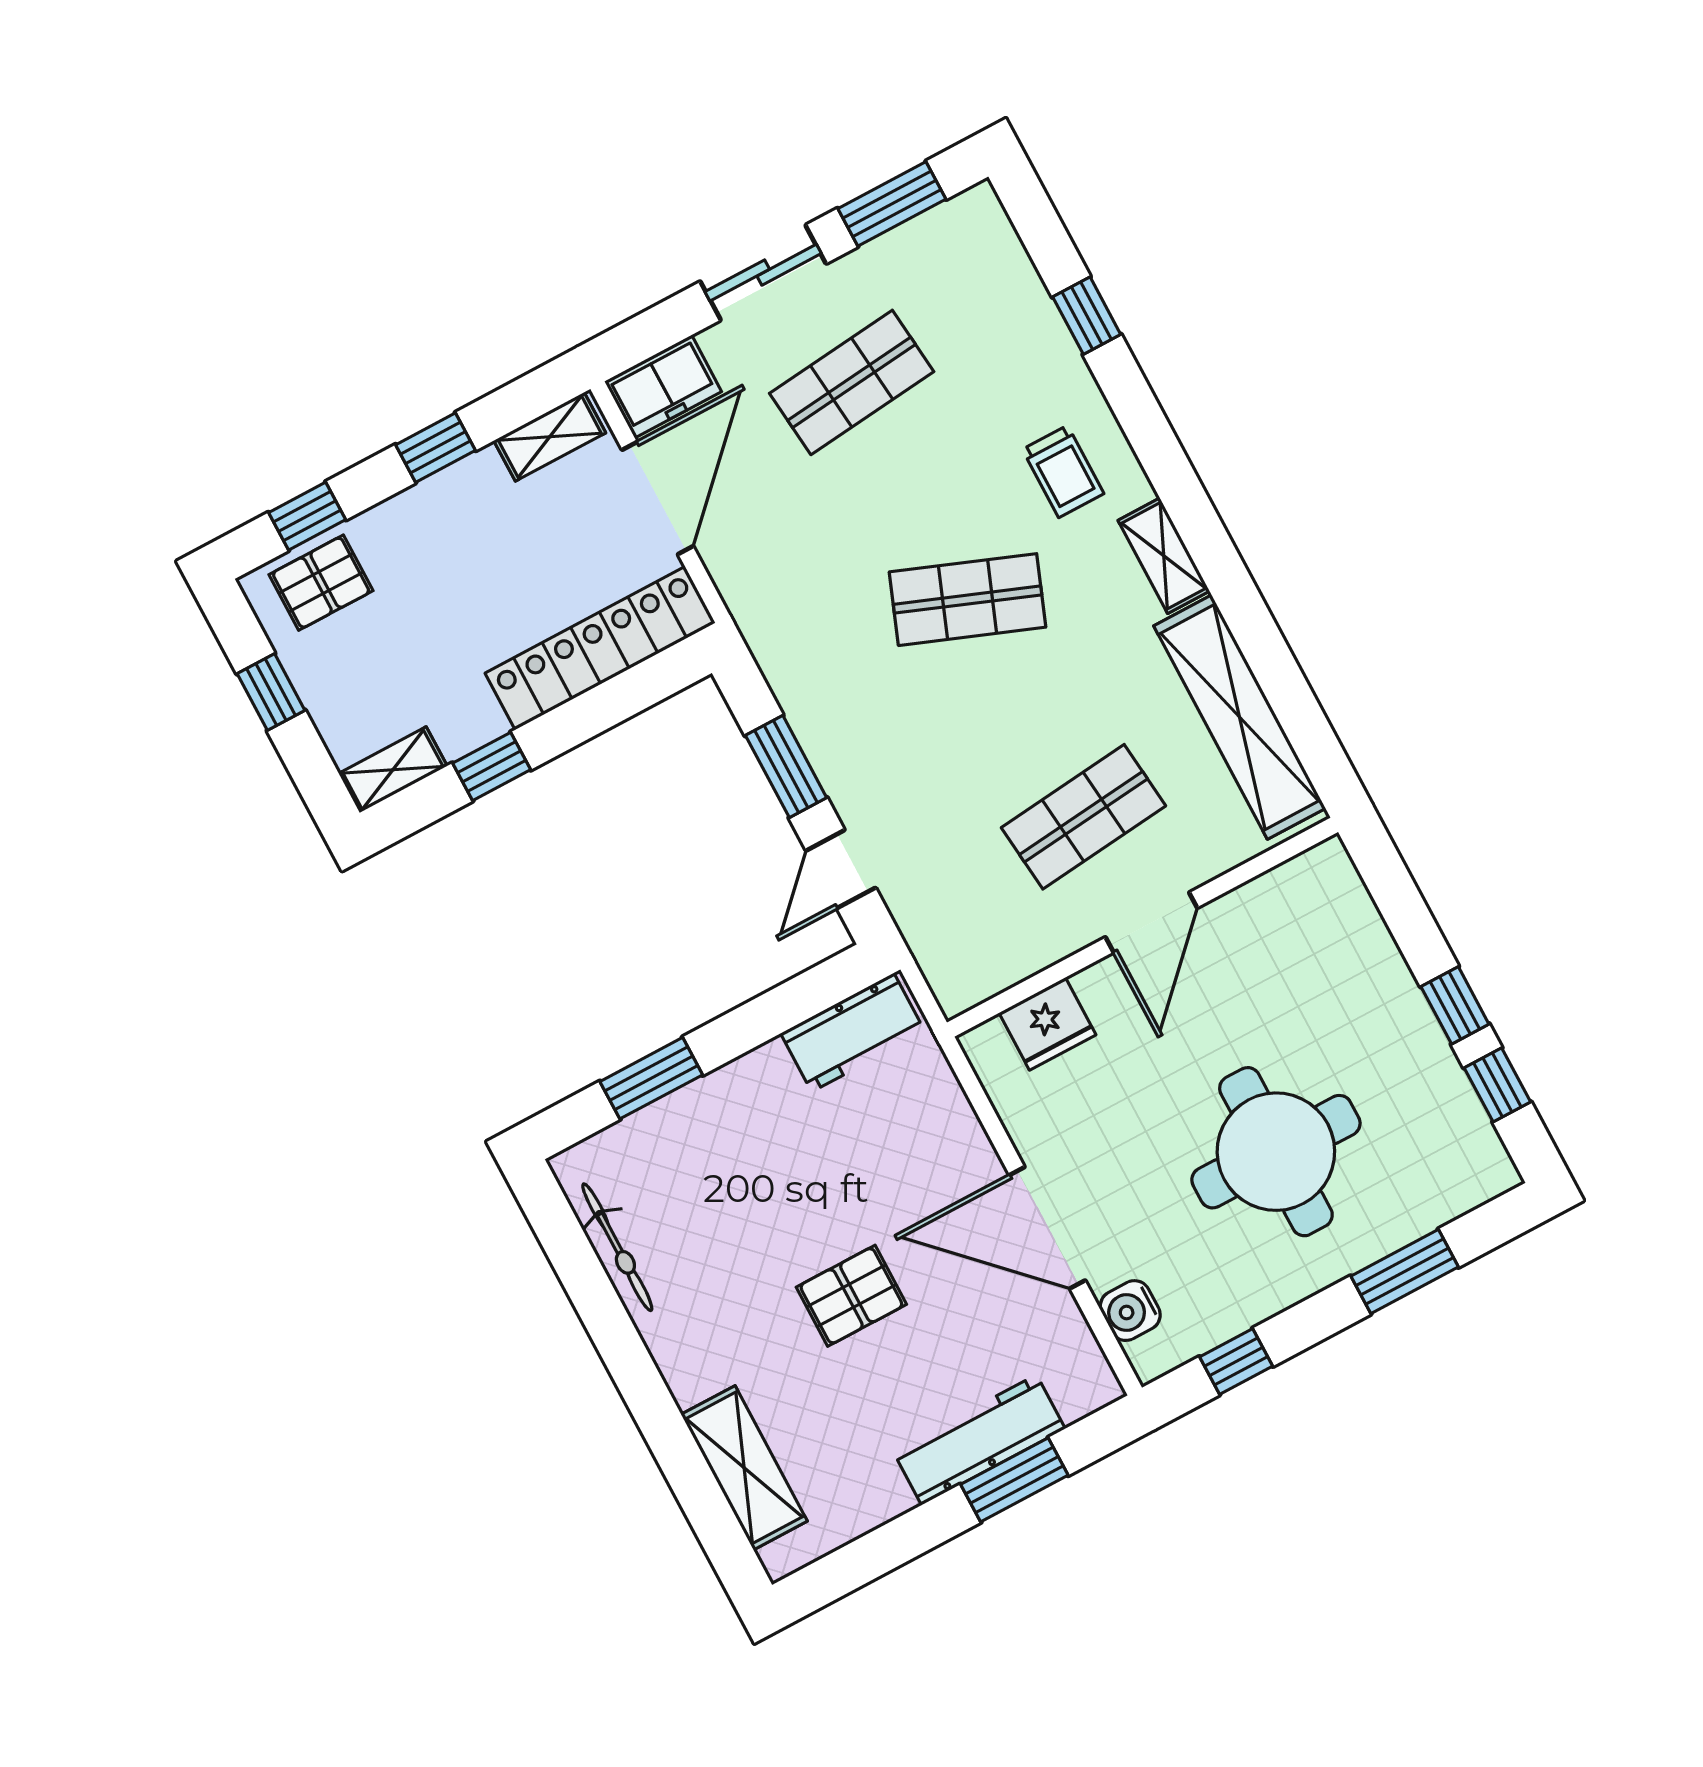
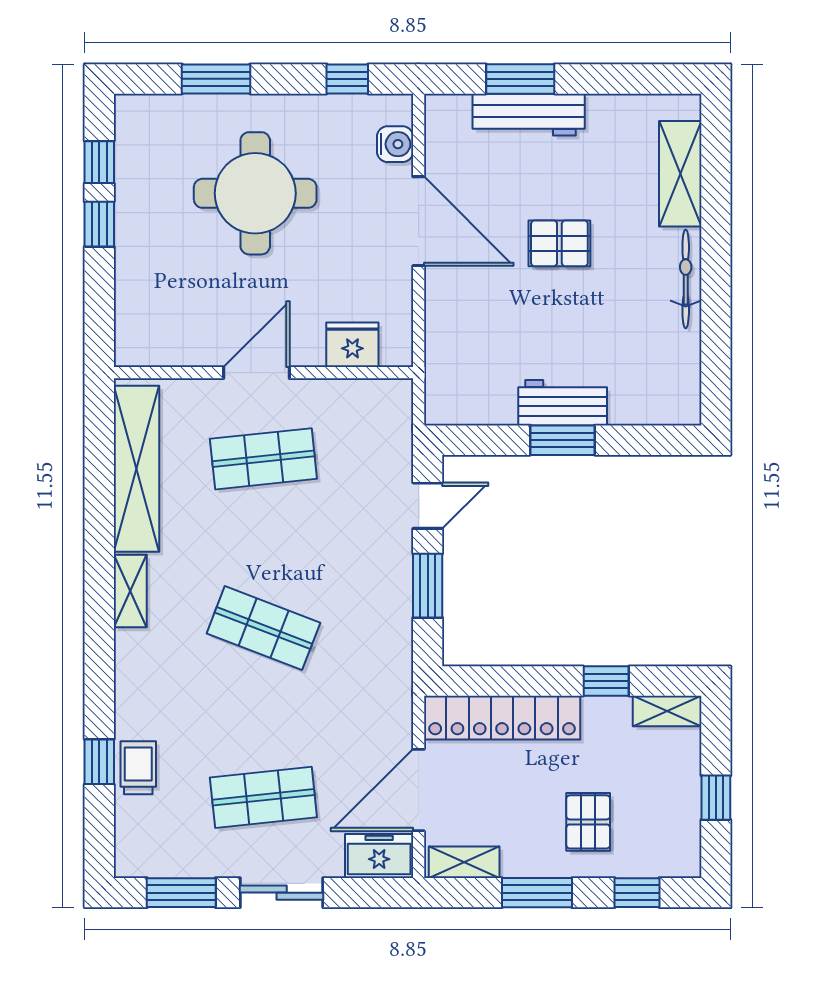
window: (436, 448) -> (537, 893), width x1.50
trolley: (1063, 471) -> (138, 768), moved
pallet: (321, 583) -> (588, 822), moved, turned 90
workbench: (853, 1032) -> (563, 403), moved
window: (651, 1078) -> (562, 440), moved
bicycle: (617, 1247) -> (686, 279), moved

